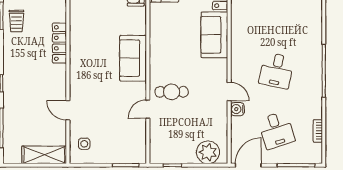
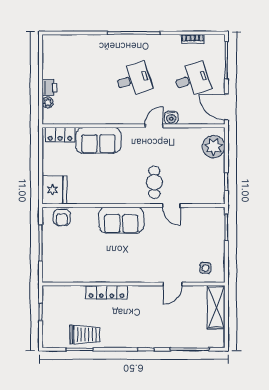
trolley: (16, 21) -> (85, 335), width x1.36, depth x1.39
desk: (276, 71) -> (133, 79), turned -30

